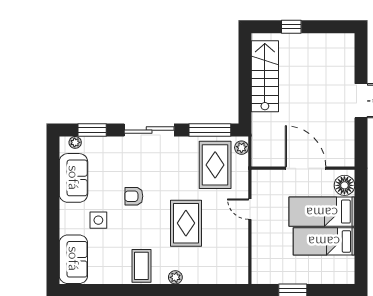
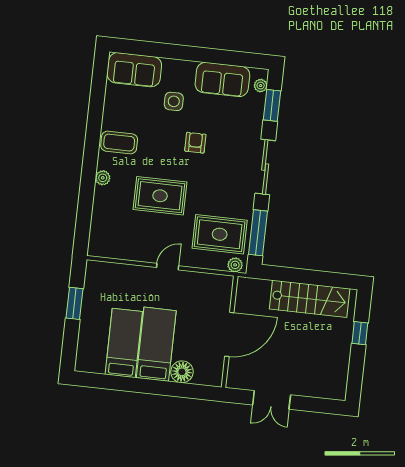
wall: (303, 168) -> (230, 332), moved
door: (306, 168) -> (229, 334), moved

